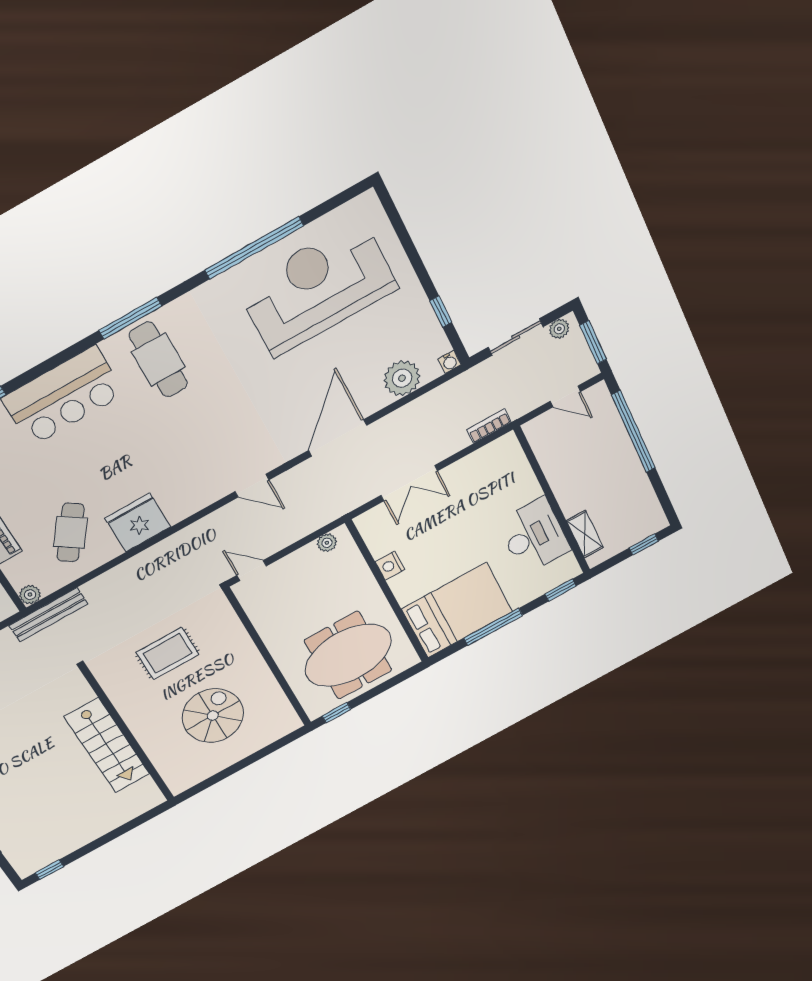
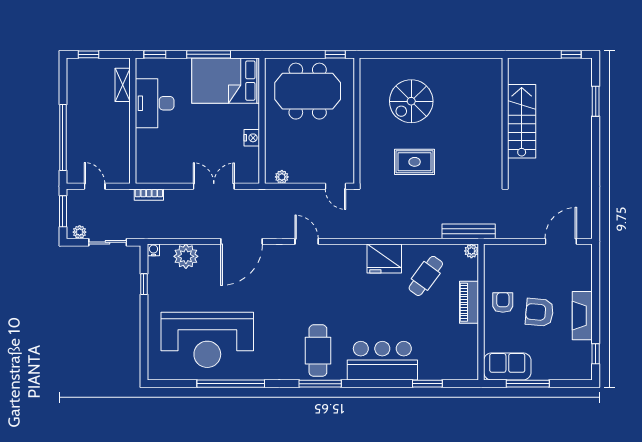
wall: (128, 735) -> (505, 121), moved
stairs: (107, 745) -> (522, 121), moved

